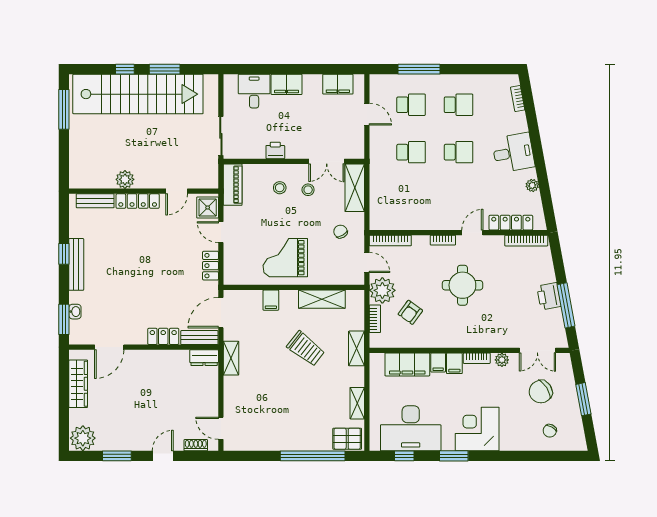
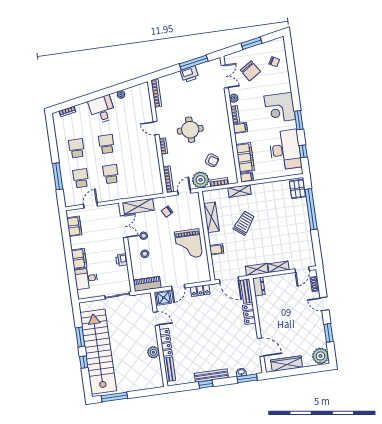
locker: (511, 223) -> (146, 105), removed
filing cabinet: (438, 363) -> (247, 177), moved
shelving: (357, 403) -> (278, 267), moved

